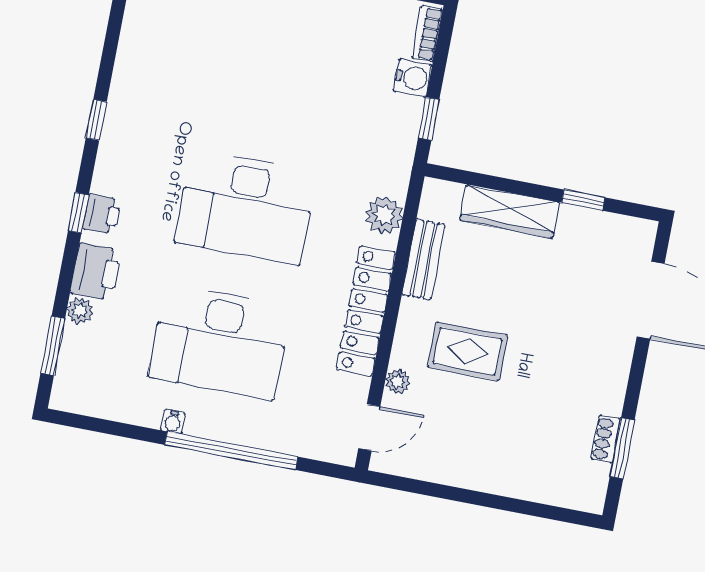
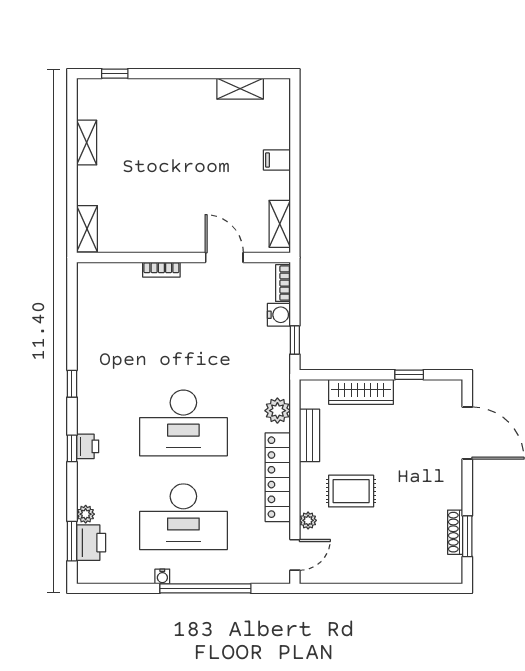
printer: (96, 272) -> (91, 543), moved
shoe rack: (606, 439) -> (455, 532), width x1.43

